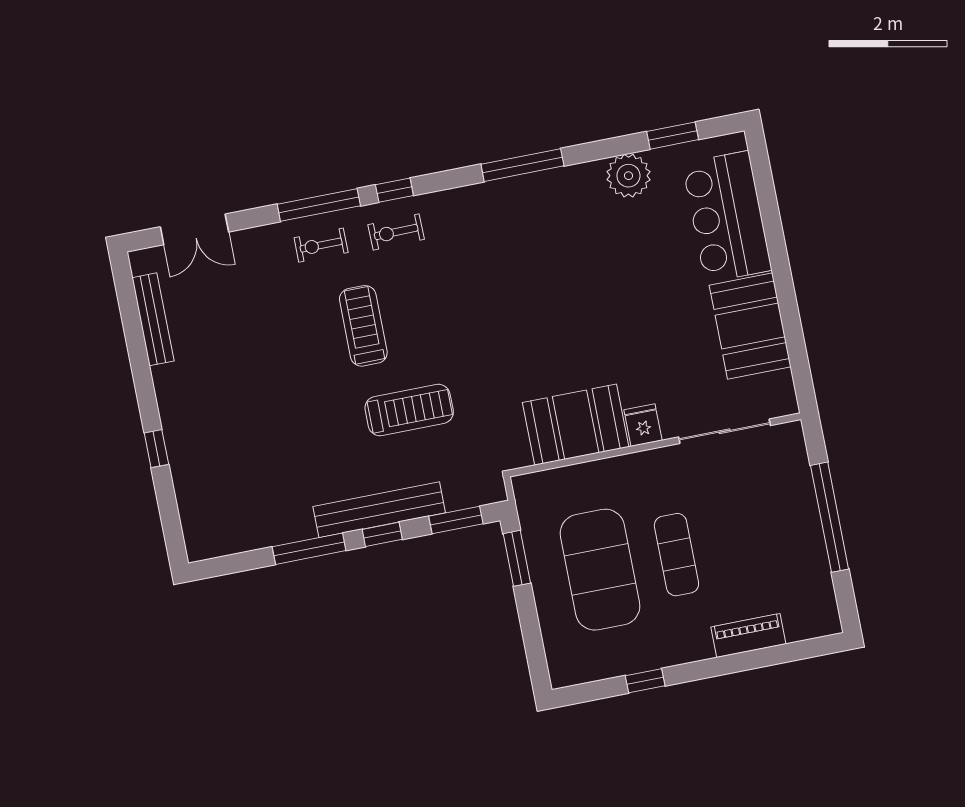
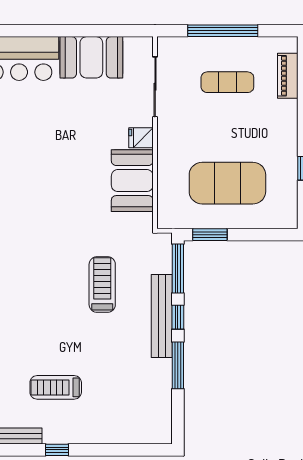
treadmill: (363, 326) -> (56, 387), moved
window: (156, 449) -> (57, 450), moved
window: (456, 520) -> (178, 269), width x1.44
exercise mat: (676, 555) -> (227, 82), moved
piano: (748, 635) -> (288, 76), moved

